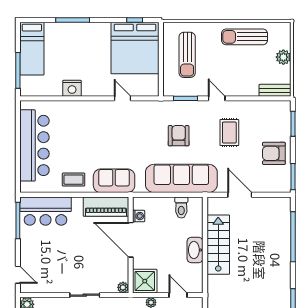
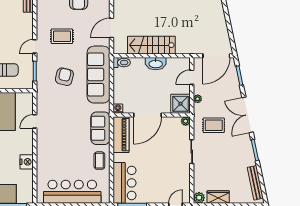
armchair: (179, 136) -> (64, 77), turned 103
toilet: (181, 208) -> (122, 63), moved
washing machine: (139, 216) -> (118, 109), moved

